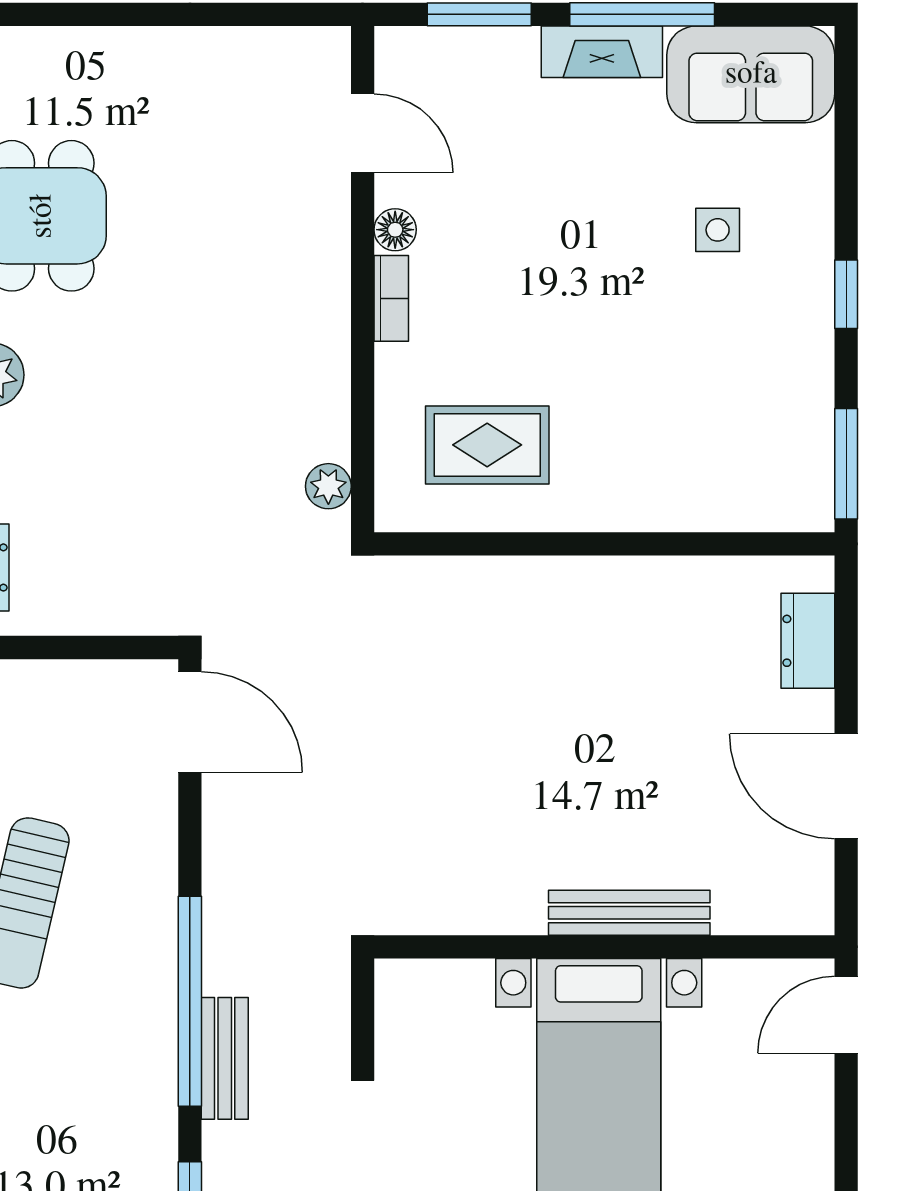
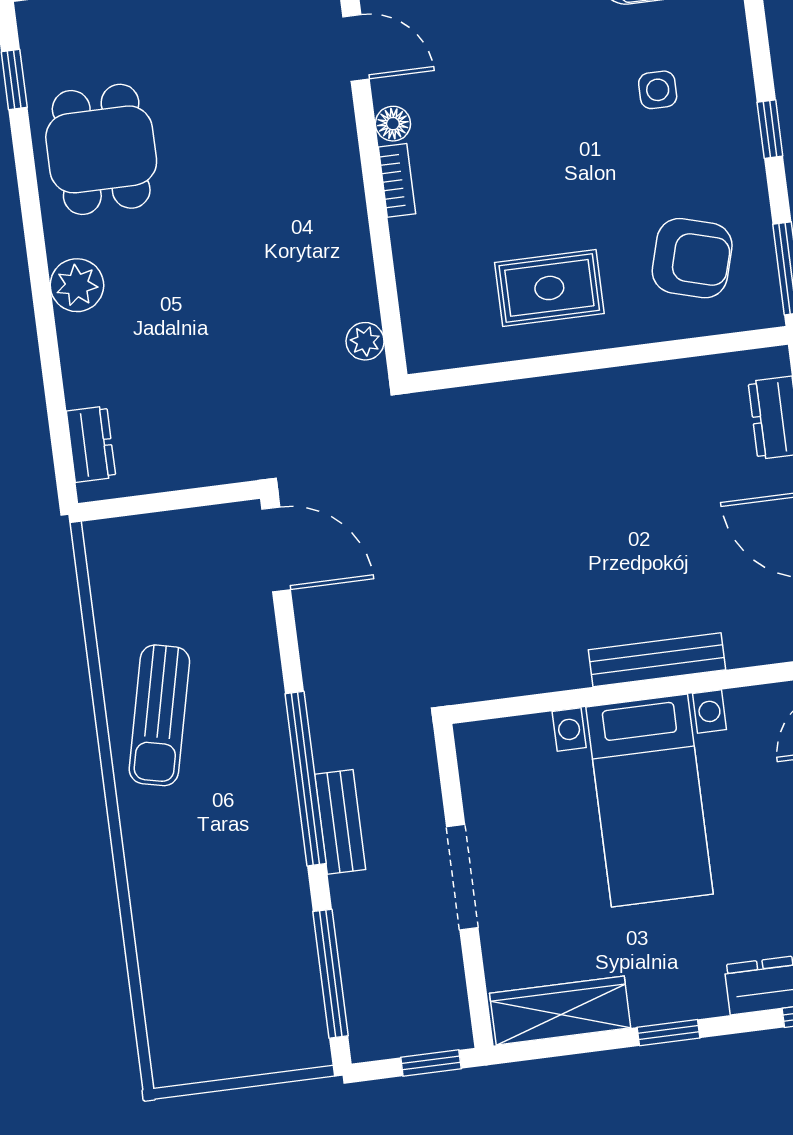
armchair: (733, 437) -> (692, 258), added
rug: (487, 445) -> (549, 288), moved

